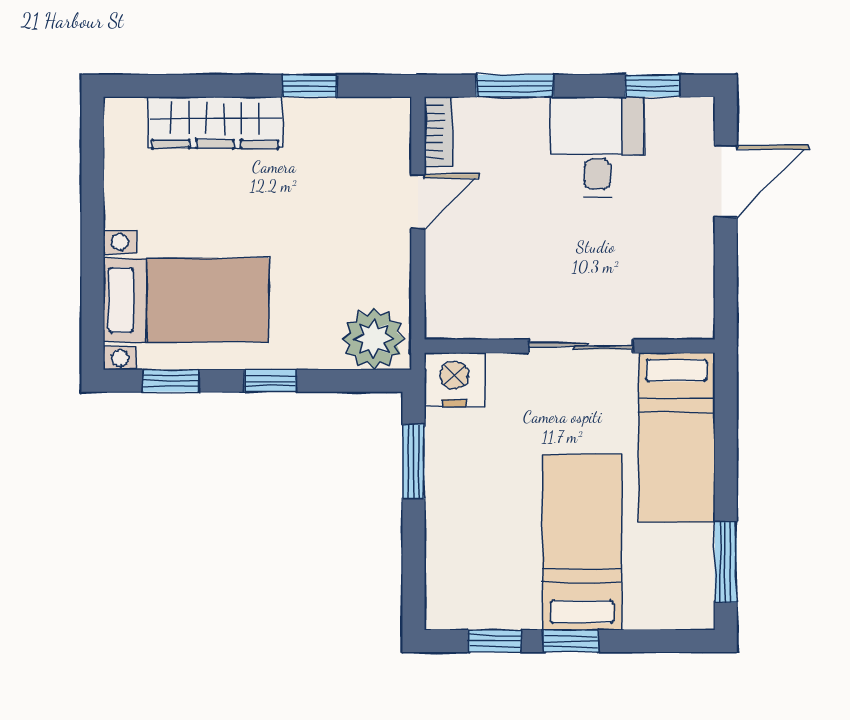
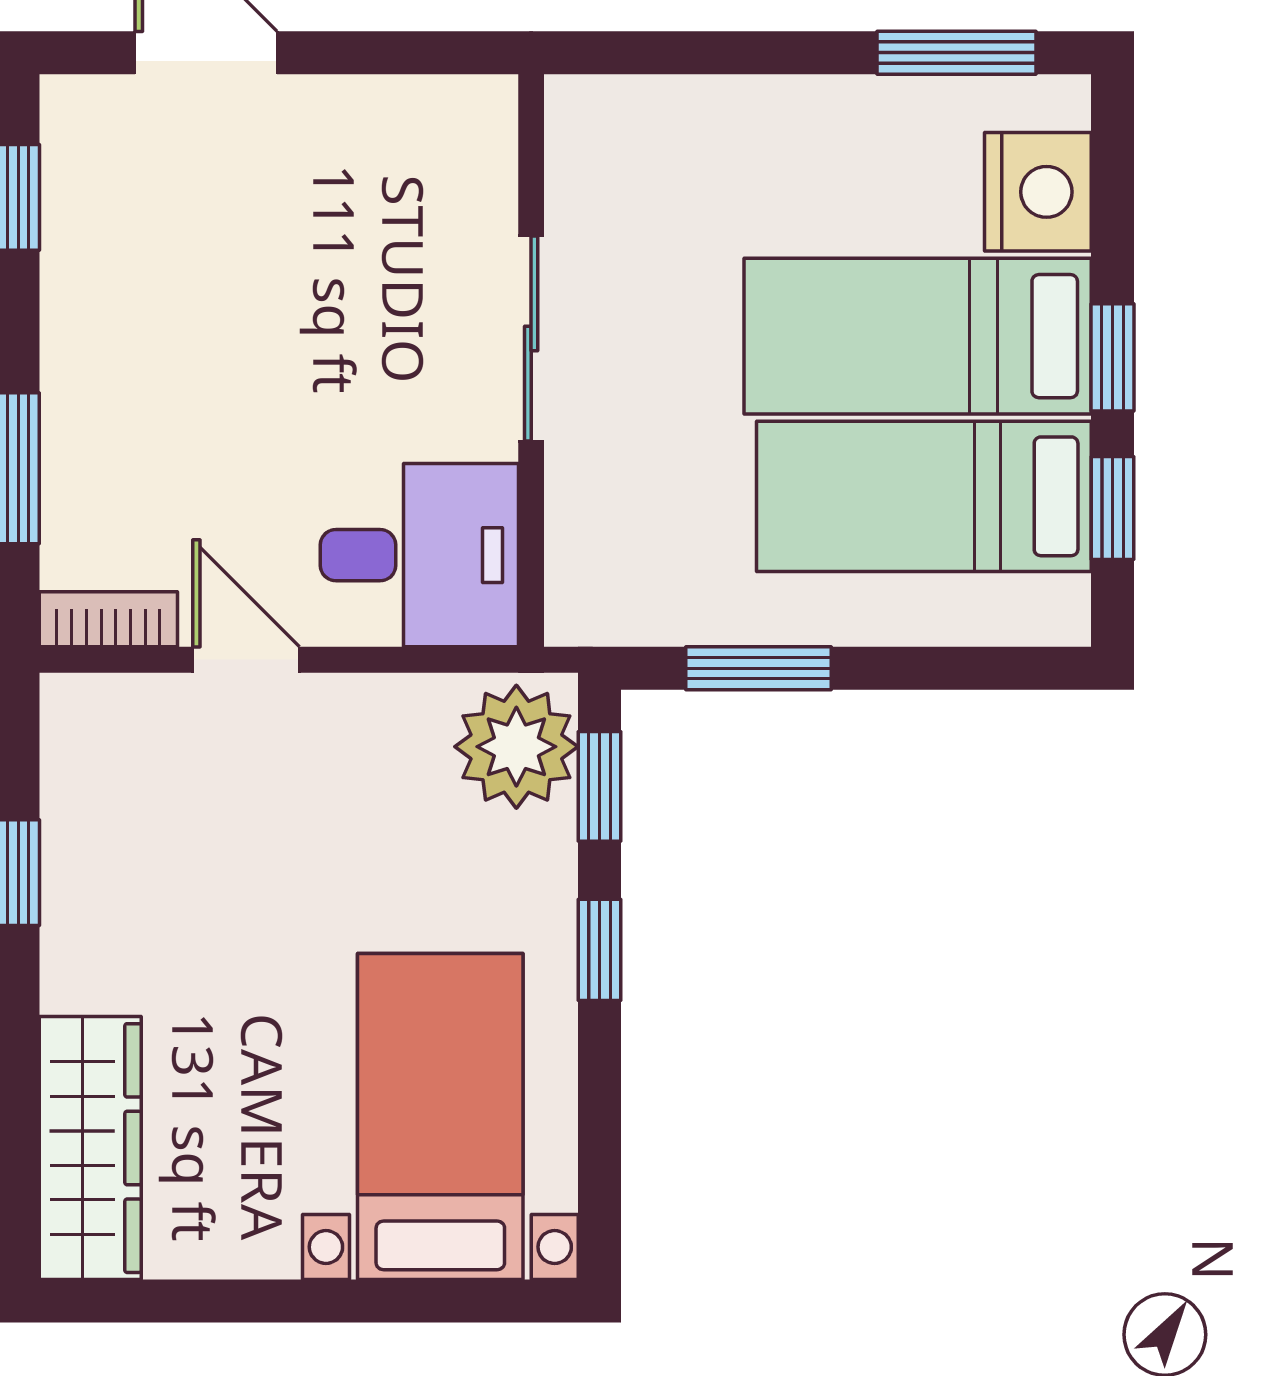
wardrobe: (215, 122) -> (90, 1148), moved
desk: (598, 147) -> (419, 555), moved, turned 180
nightstand: (454, 380) -> (1038, 192), moved, turned 180
window: (171, 381) -> (599, 786), moved
bed: (677, 437) -> (924, 496), moved, turned 180

